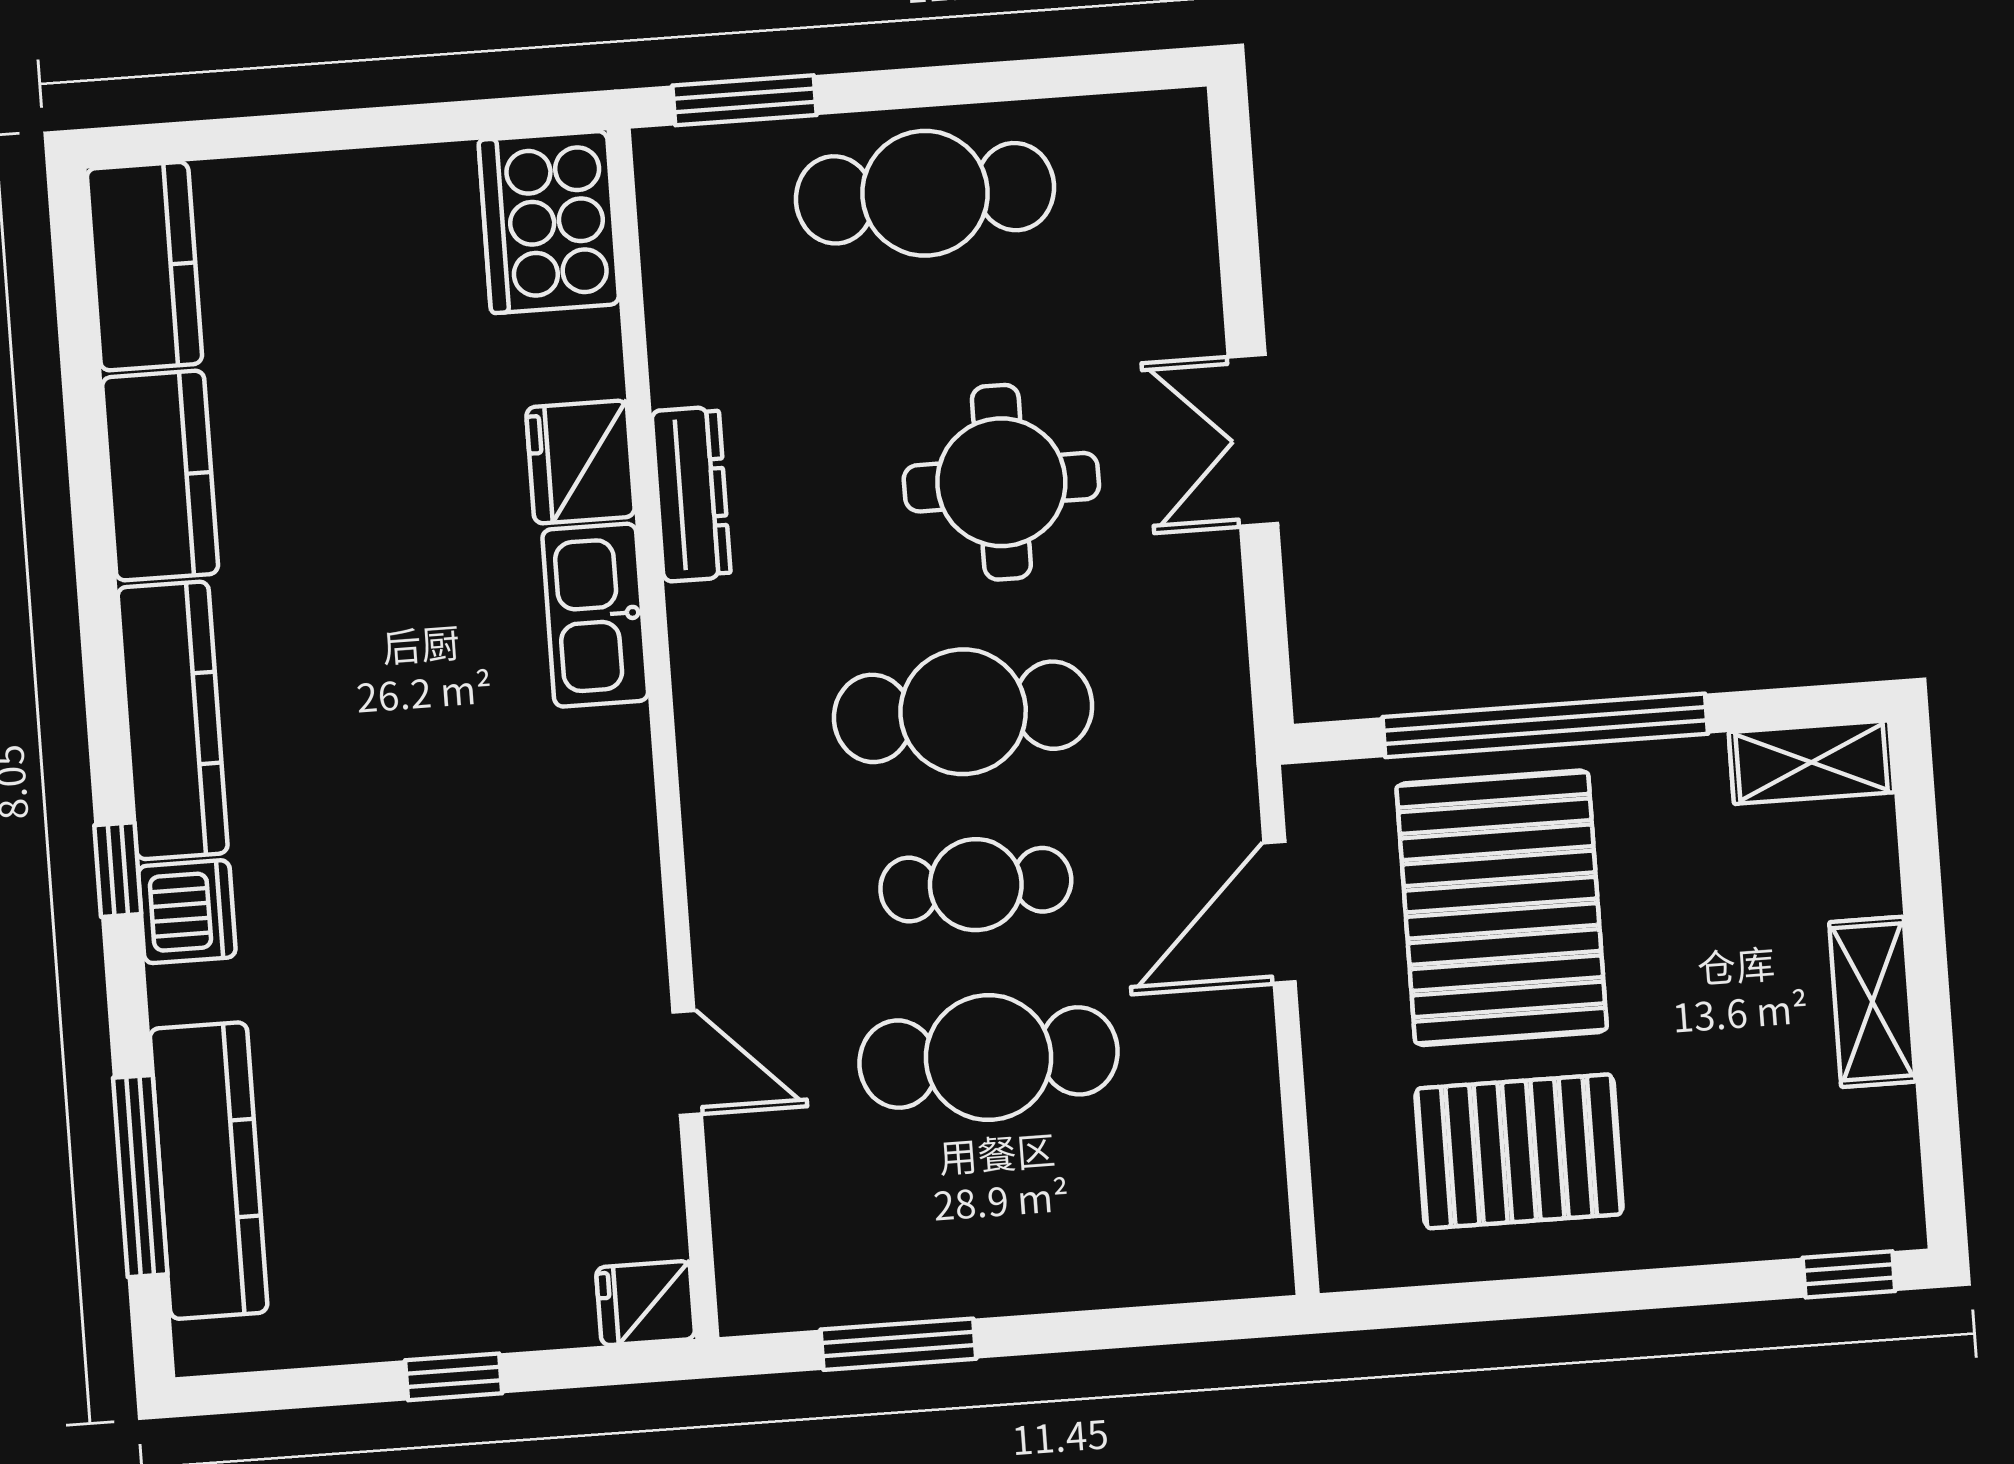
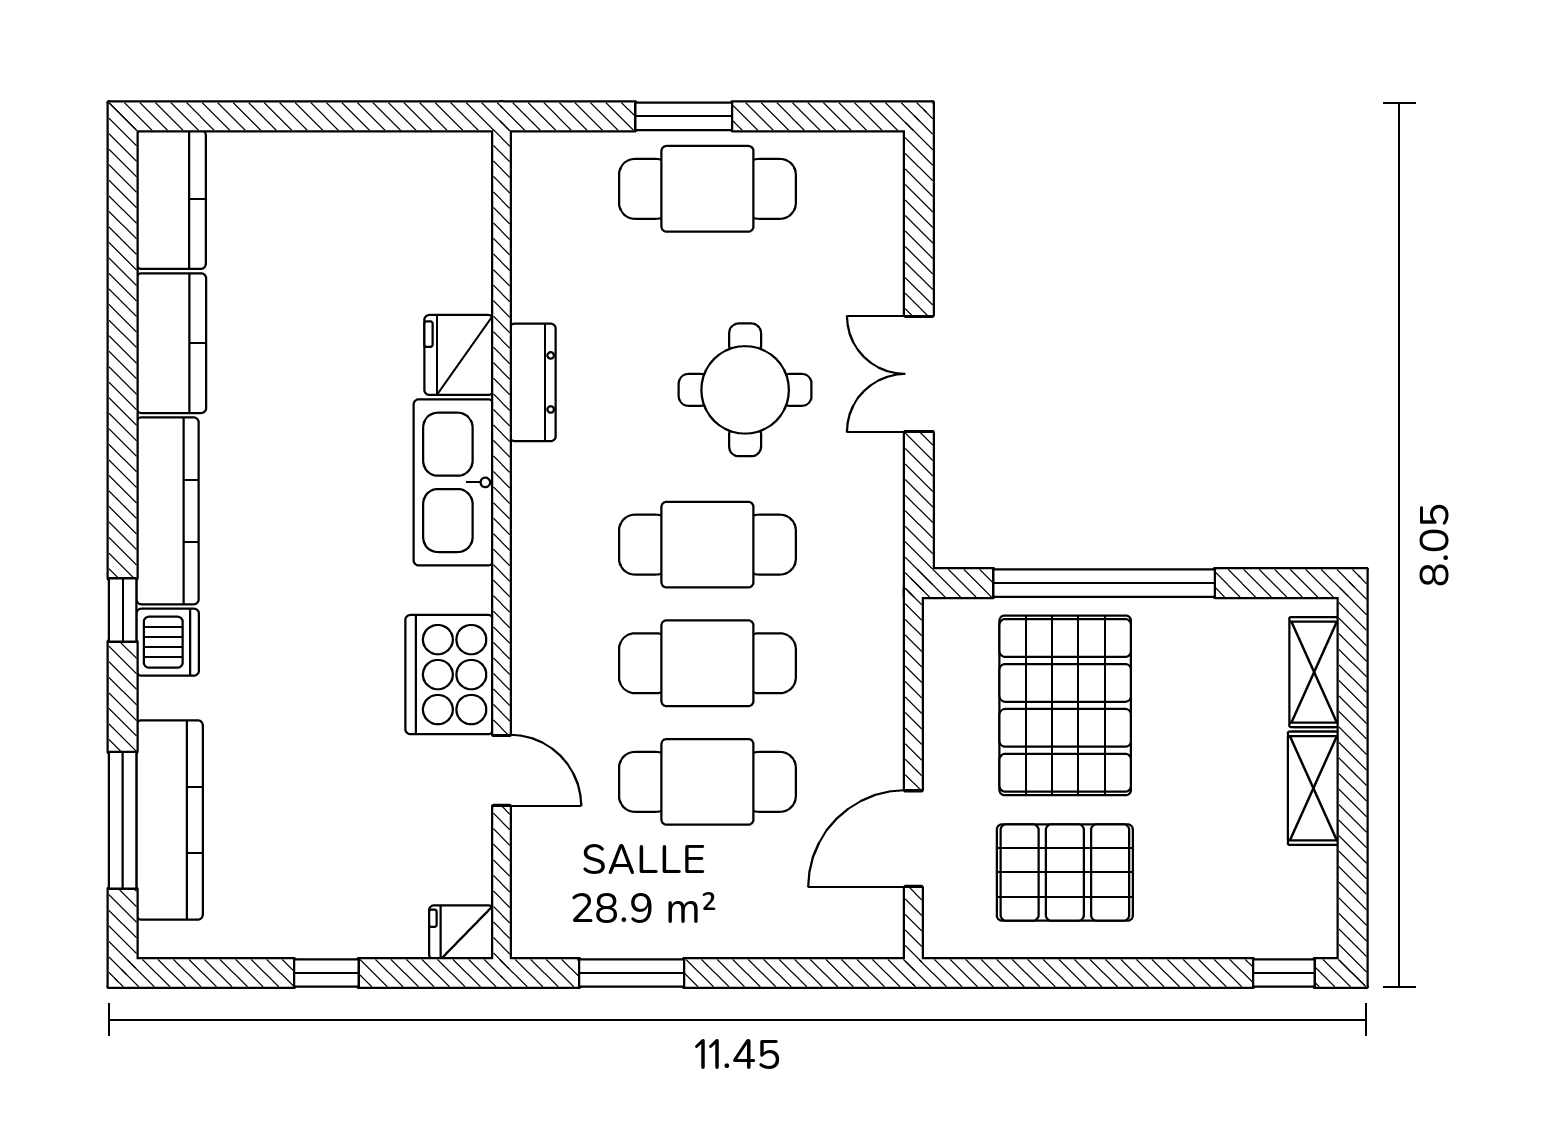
window: (745, 100) -> (684, 116), moved
cooker: (549, 222) -> (449, 675), moved
kitchen sink: (595, 615) -> (453, 482), width x1.36, depth x1.24
shelving: (1811, 762) -> (1314, 672), moved, turned 90
cafe table: (976, 885) -> (707, 663), width x1.37, depth x1.35
door: (1280, 912) -> (913, 839), moved

